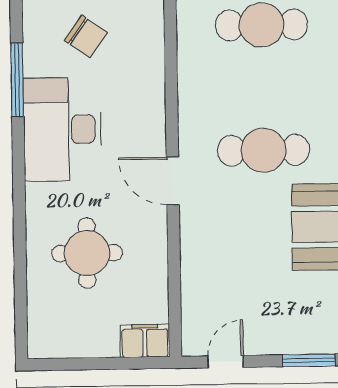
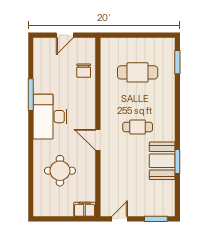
chair: (86, 36) -> (84, 71), moved, turned 55
cafe table: (263, 150) -> (138, 127), width x0.73, depth x0.74

